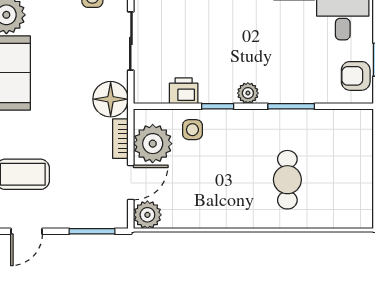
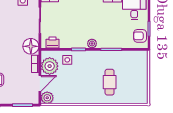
printer: (184, 91) -> (53, 43), moved

